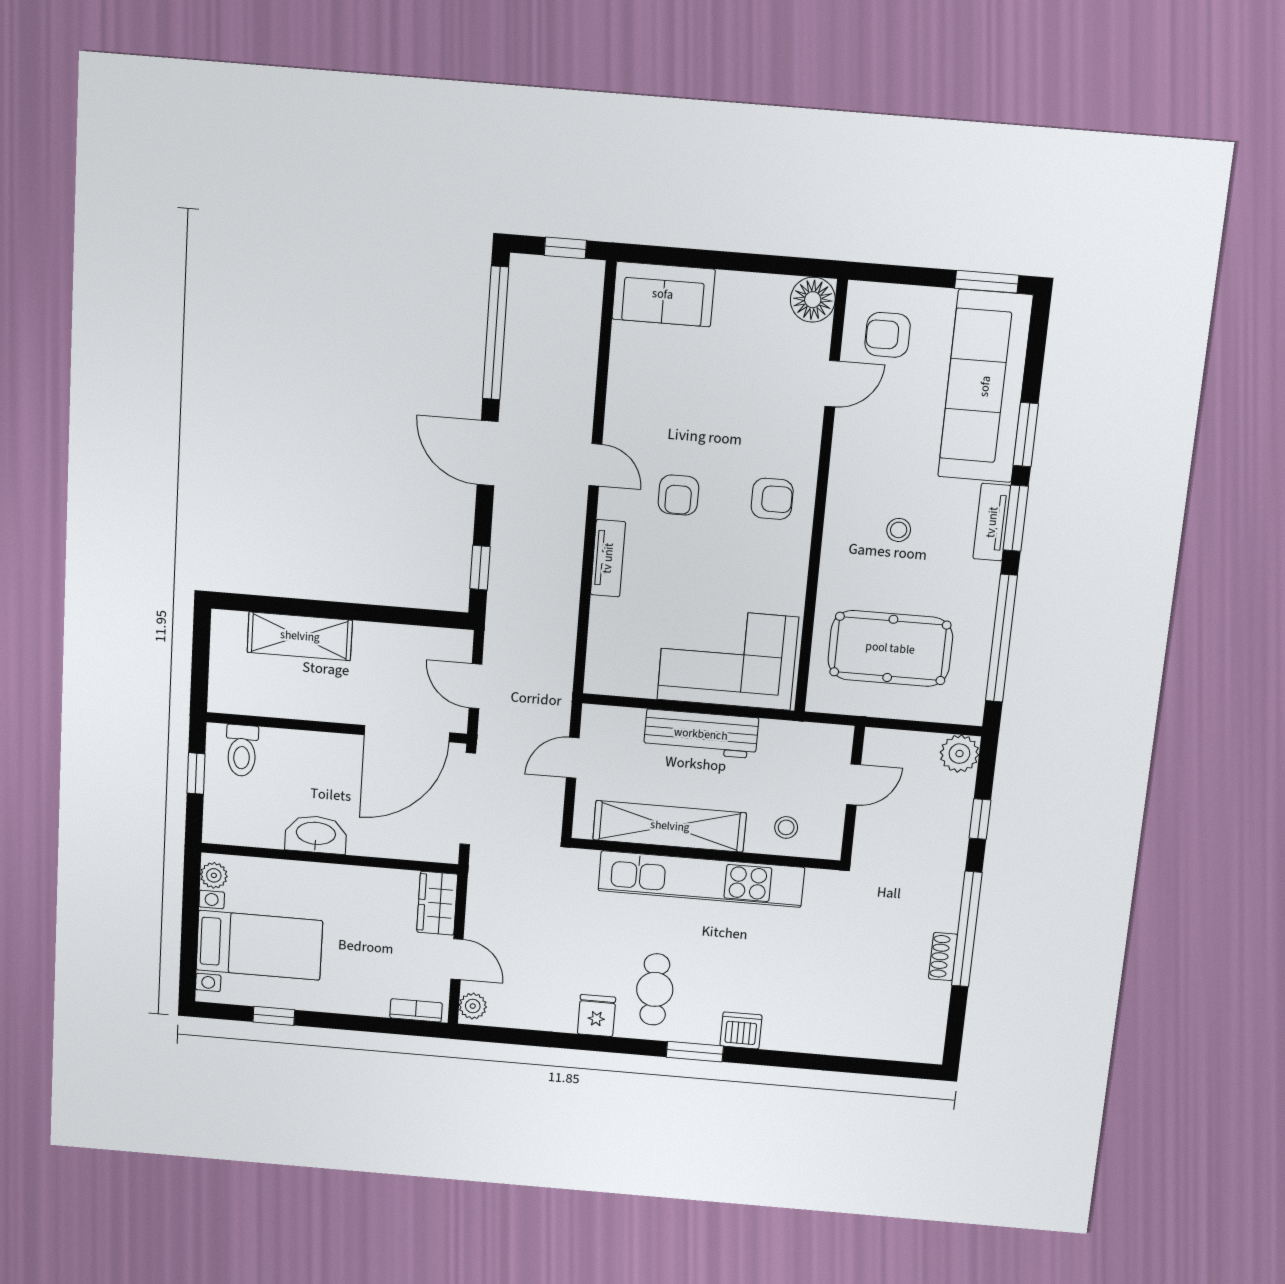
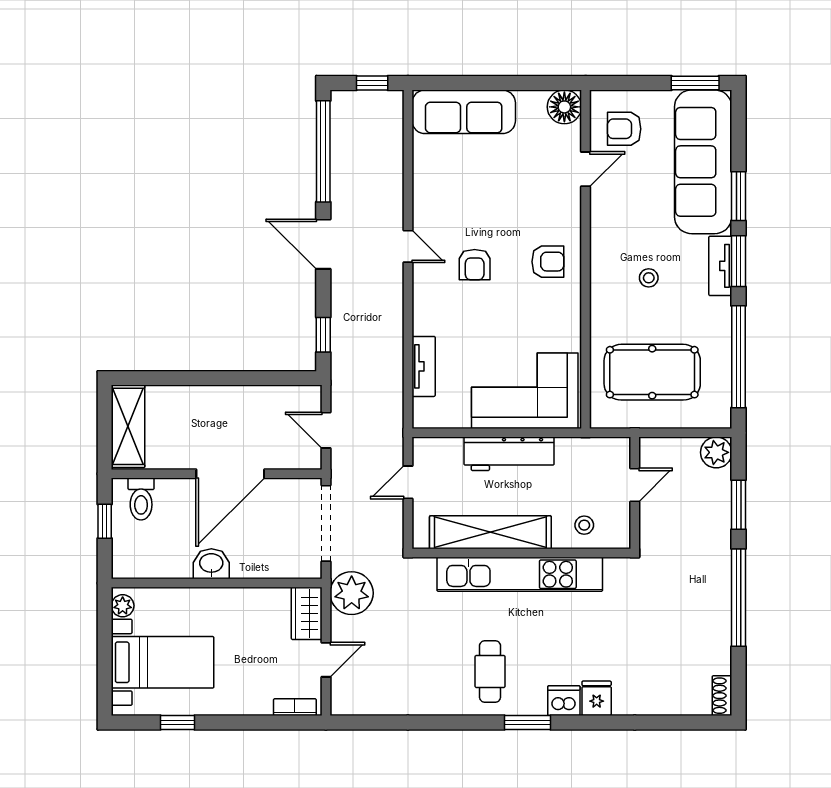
sofa: (663, 294) -> (464, 112), width x1.36
tv unit: (608, 558) -> (424, 366), moved
shelving: (300, 636) -> (128, 426), moved, turned 90
door: (407, 734) -> (230, 474), moved
window: (980, 819) -> (739, 505), width x1.50
washbasin: (316, 834) -> (211, 564), width x0.72
shoe rack: (943, 957) -> (722, 696), moved
door: (457, 959) -> (326, 660), hinge flipped
plant: (473, 1006) -> (352, 593), moved, width x1.87, depth x1.87
fridge: (597, 1016) -> (597, 698), moved

